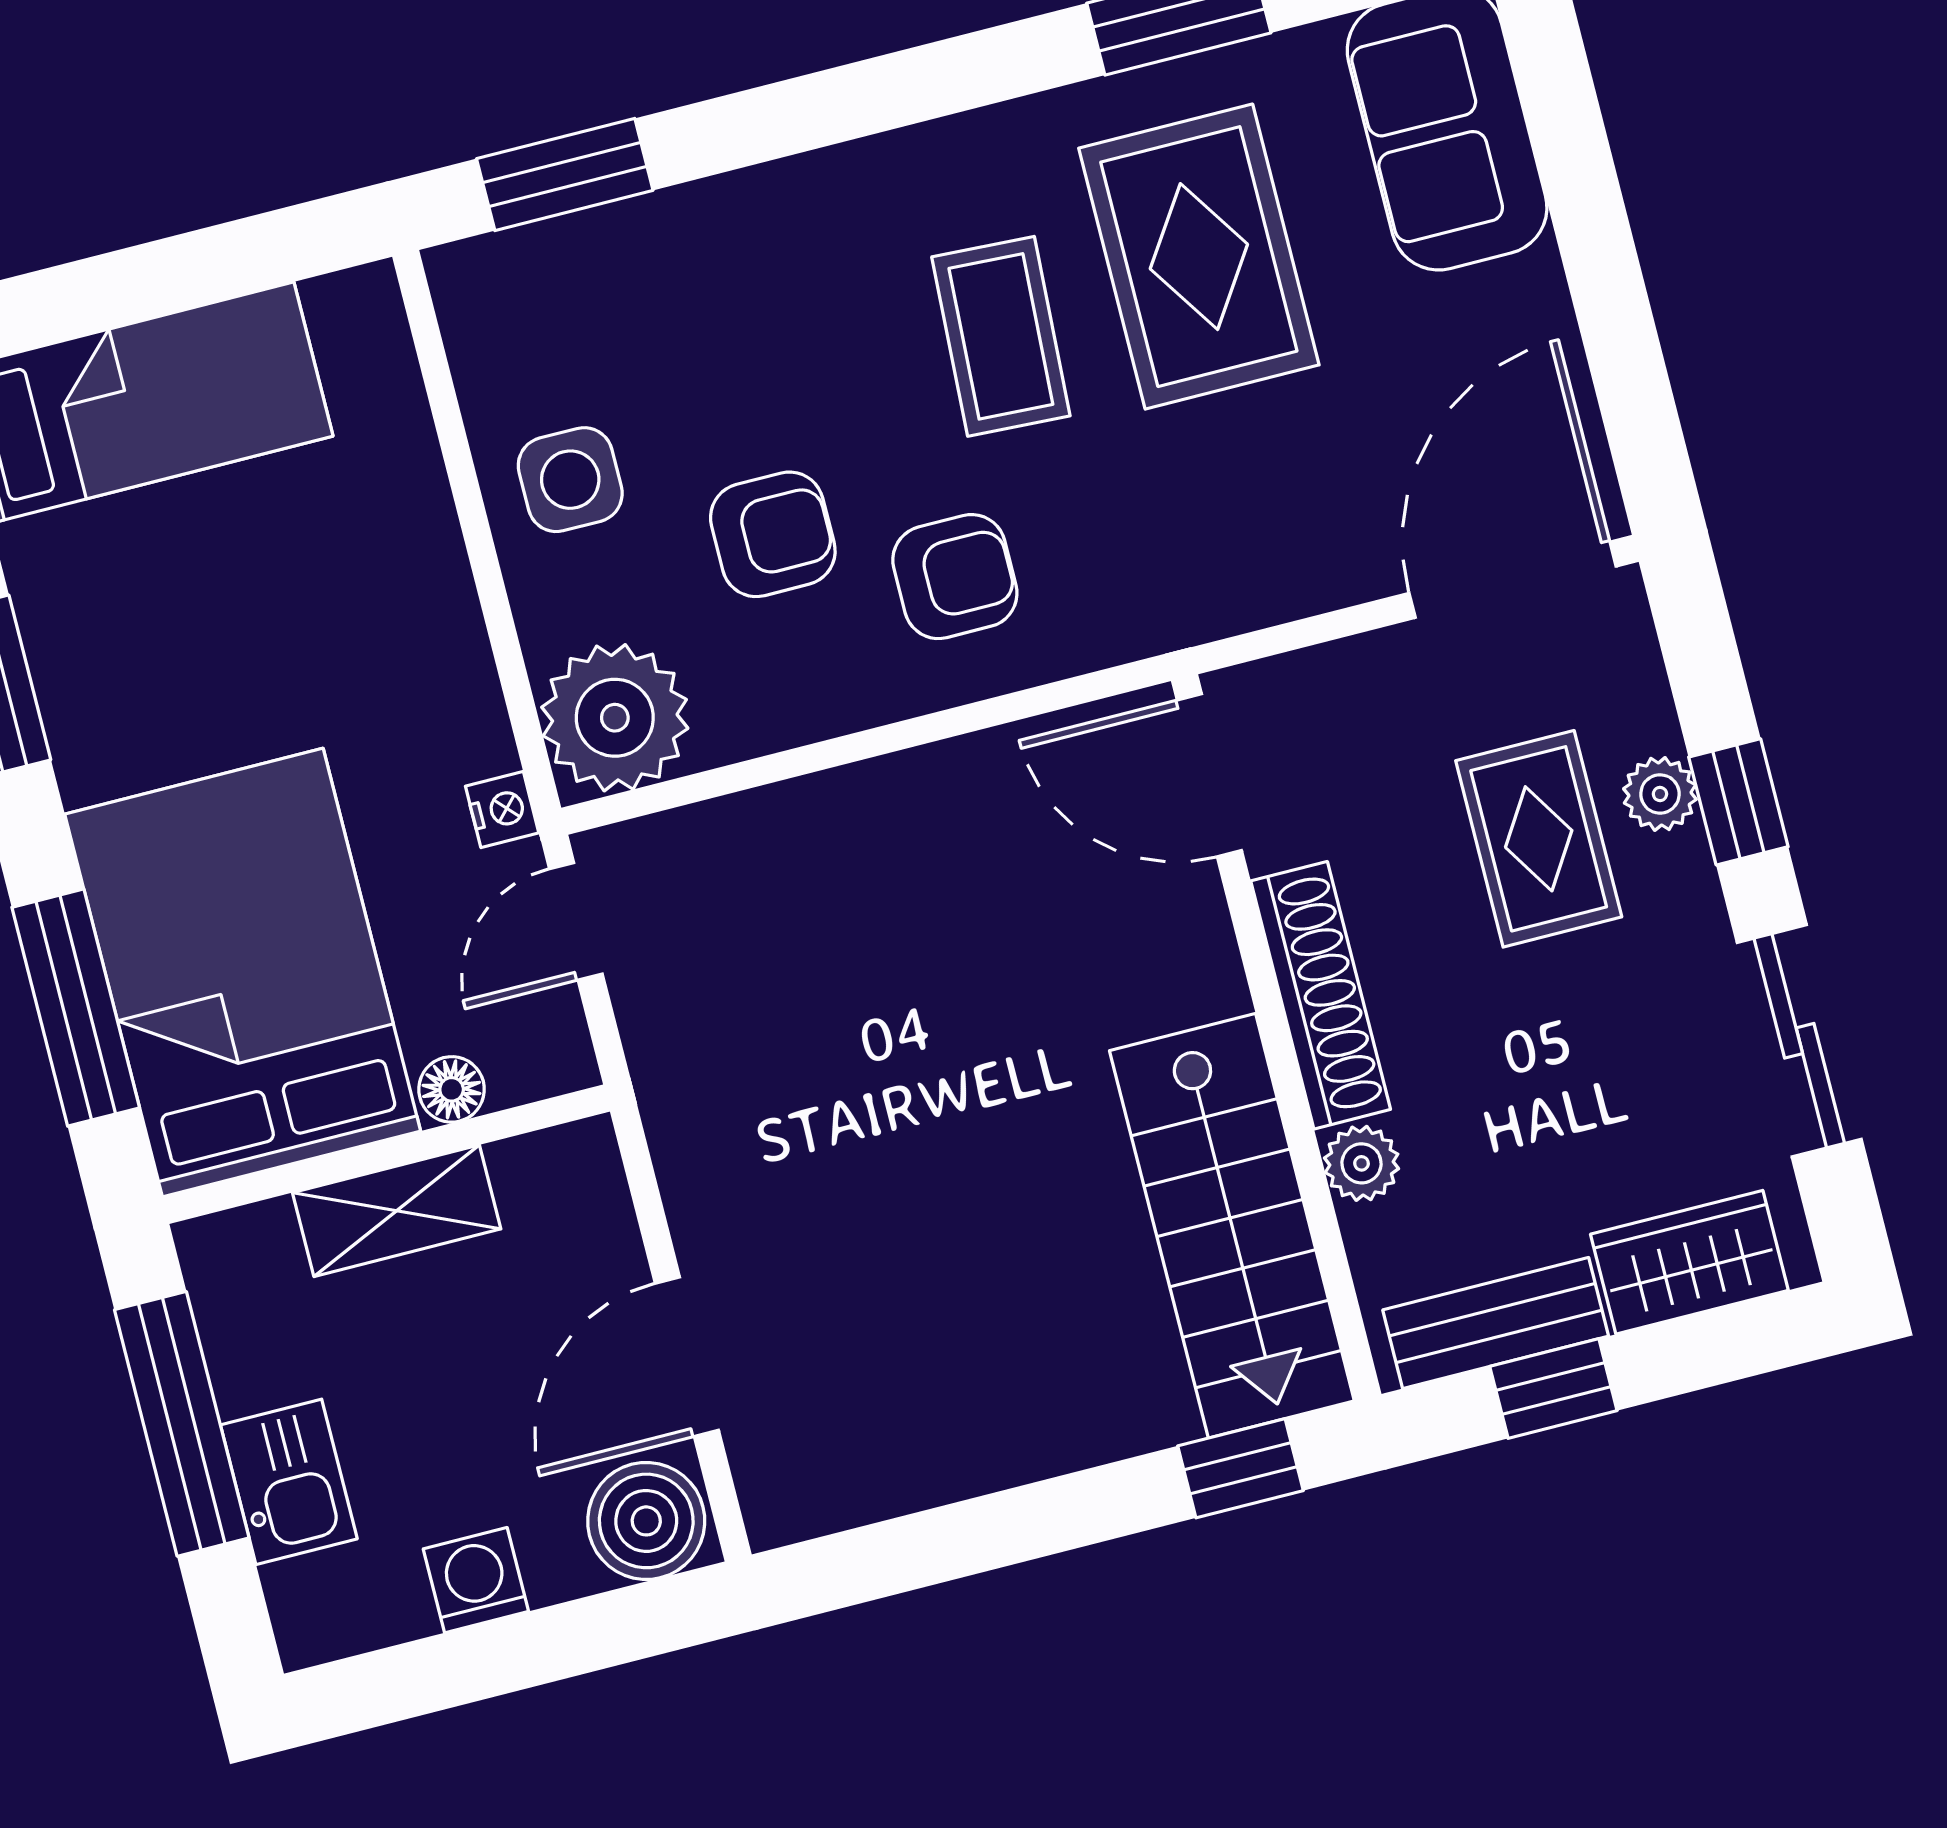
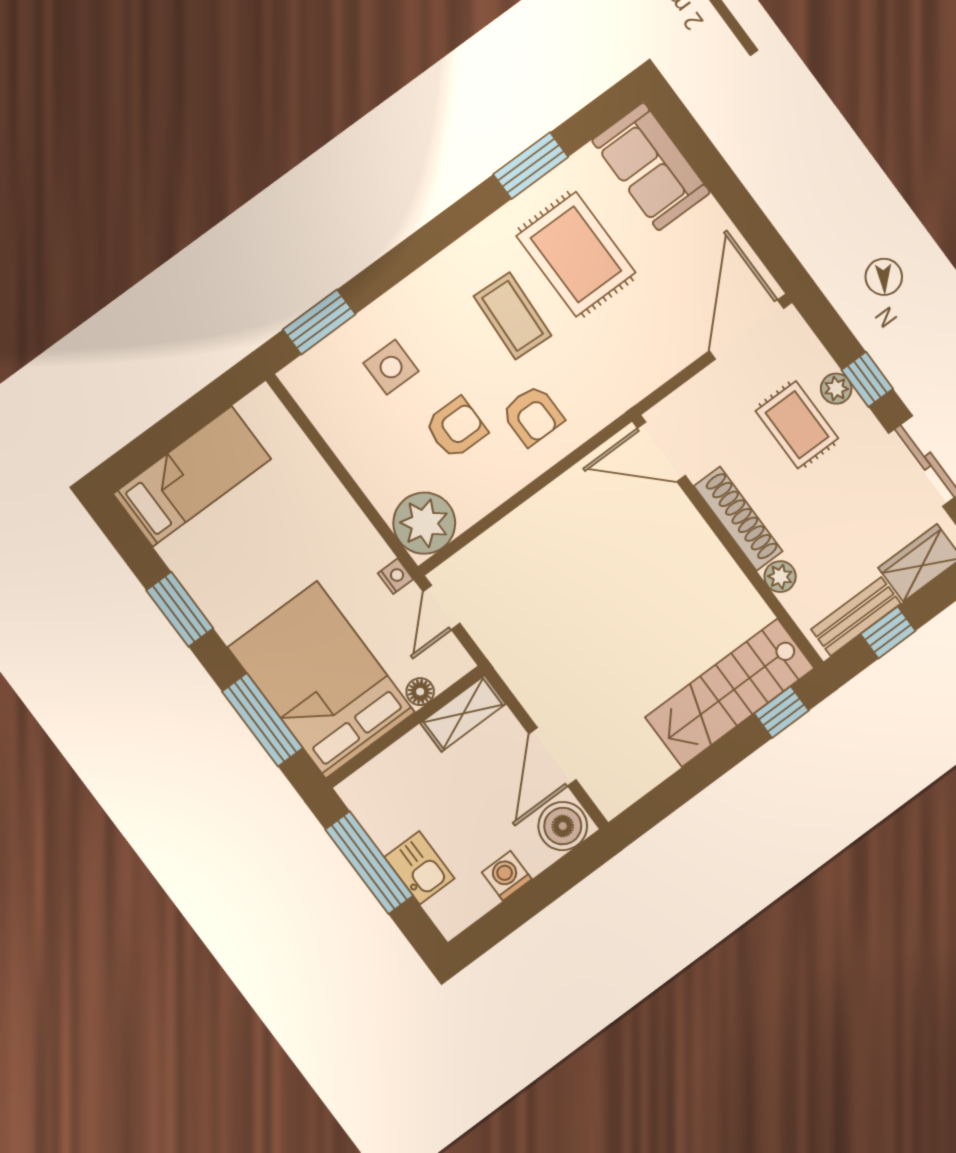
side table: (570, 480) -> (391, 367), moved
armchair: (955, 577) -> (533, 415), turned 90
shelving: (397, 1211) -> (463, 713), moved
stairs: (1232, 1226) -> (730, 693), moved, turned 90

